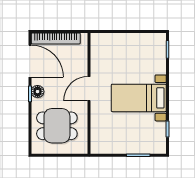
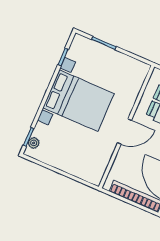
plant: (161, 46) -> (34, 143), added
bed with nightstands: (139, 98) -> (78, 101), width x1.36

